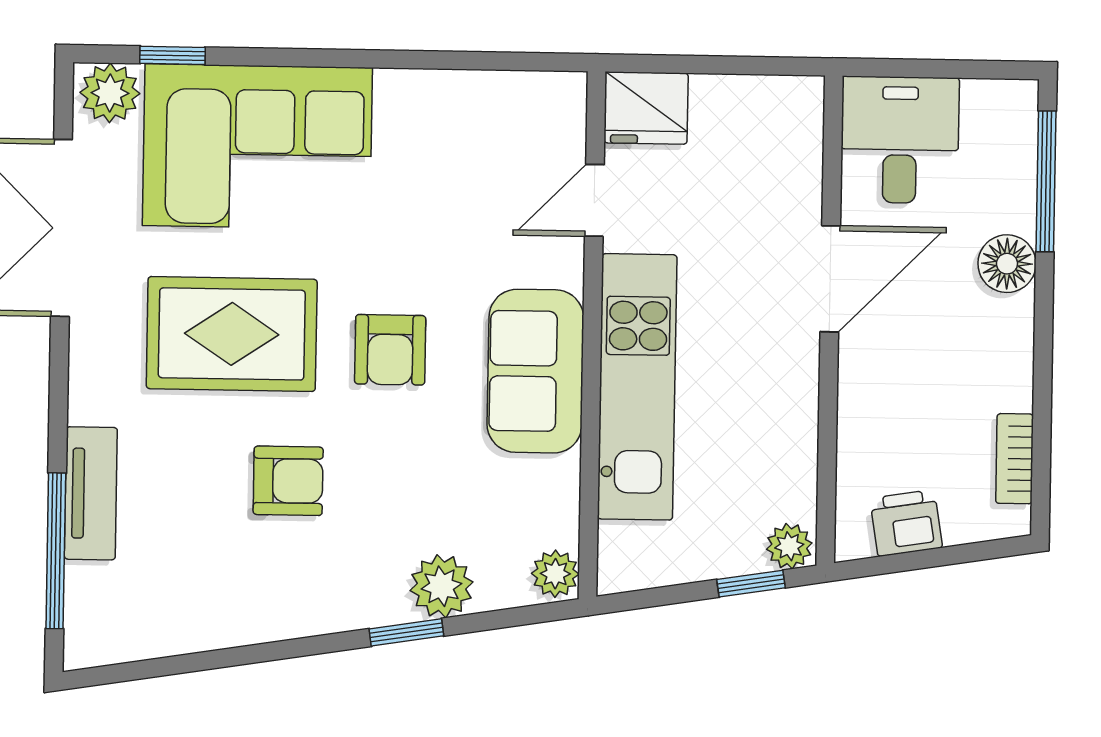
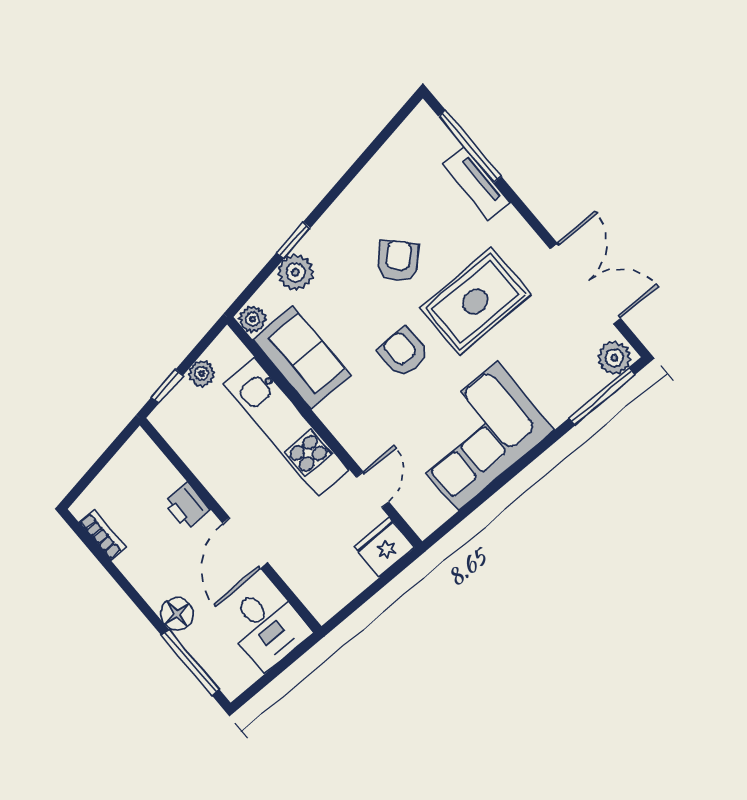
window: (173, 55) -> (602, 396), width x2.17
corner sofa: (257, 147) -> (478, 436), moved
sofa: (535, 371) -> (302, 358), moved
armchair: (288, 481) -> (398, 261), turned 136
printer: (906, 523) -> (186, 506), moved, turned 99
plant: (789, 546) -> (202, 373), moved

